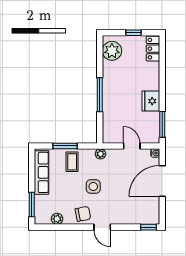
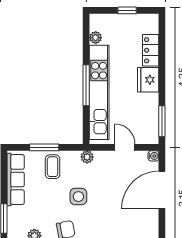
locker: (153, 49) -> (151, 50), moved
plant: (112, 51) -> (96, 38), width x0.53, depth x0.53
kitchen unit: (110, 101) -> (99, 92), added
fridge: (151, 101) -> (148, 80), moved

